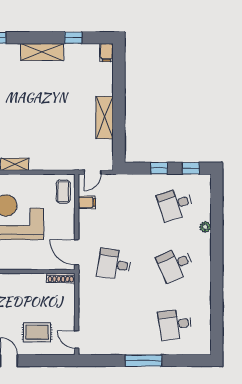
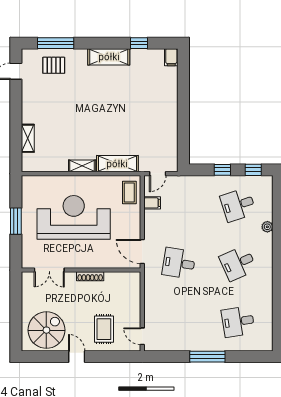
shelving: (105, 118) -> (117, 164), moved, turned 90
shoe rack: (61, 278) -> (90, 276), moved
rug: (37, 332) -> (104, 329), turned 90

